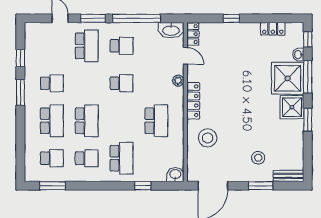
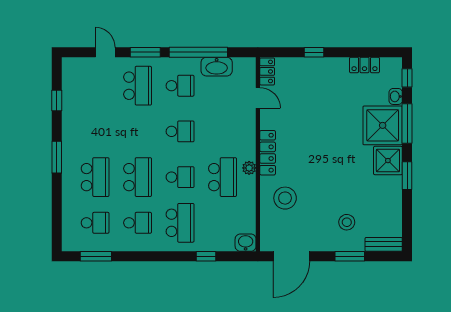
washbasin: (171, 30) -> (217, 67), moved
plant: (178, 81) -> (249, 168), moved
school desk: (52, 83) -> (180, 177), moved
window: (20, 92) -> (57, 157), moved

